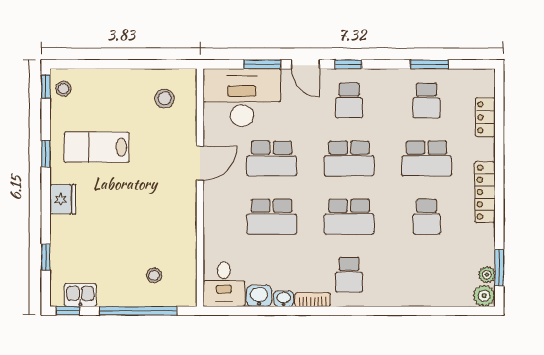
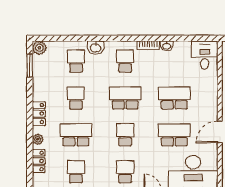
school desk: (349, 159) -> (125, 135), width x0.54
locker: (485, 192) -> (39, 114), width x0.66
school desk: (427, 275) -> (76, 61), added
plant: (487, 275) -> (38, 139), moved
washbasin: (259, 296) -> (95, 48), moved

